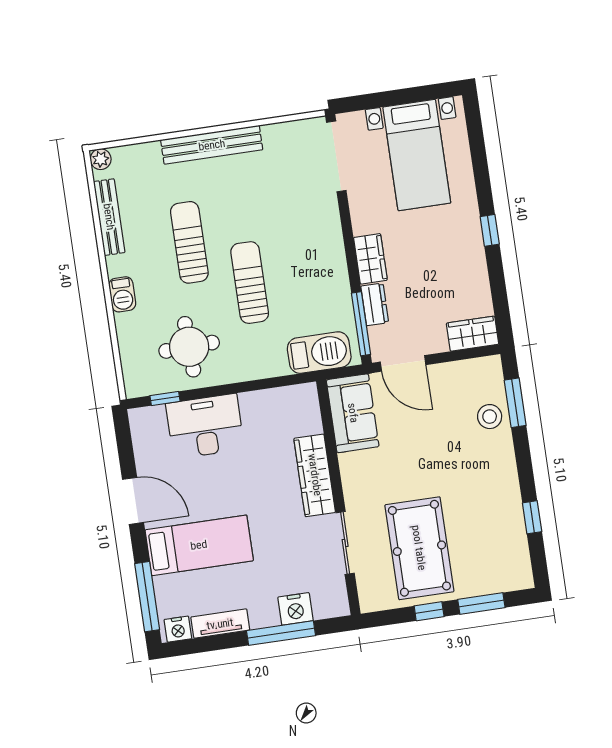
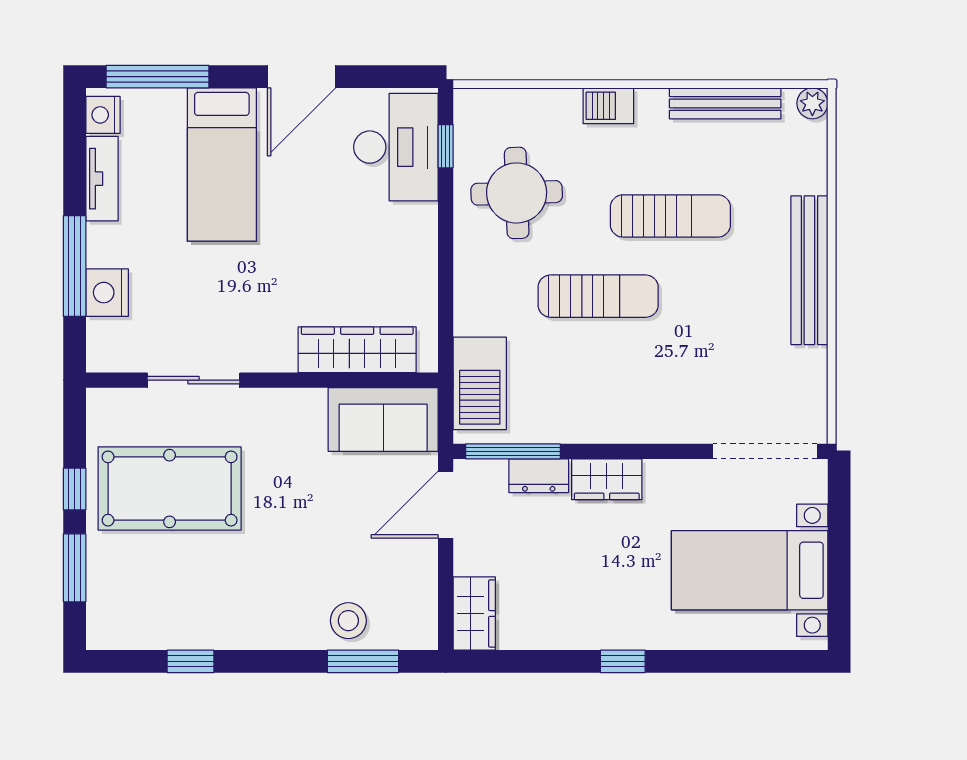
desk: (205, 426) -> (396, 147), moved
wardrobe: (315, 475) -> (357, 350), moved

